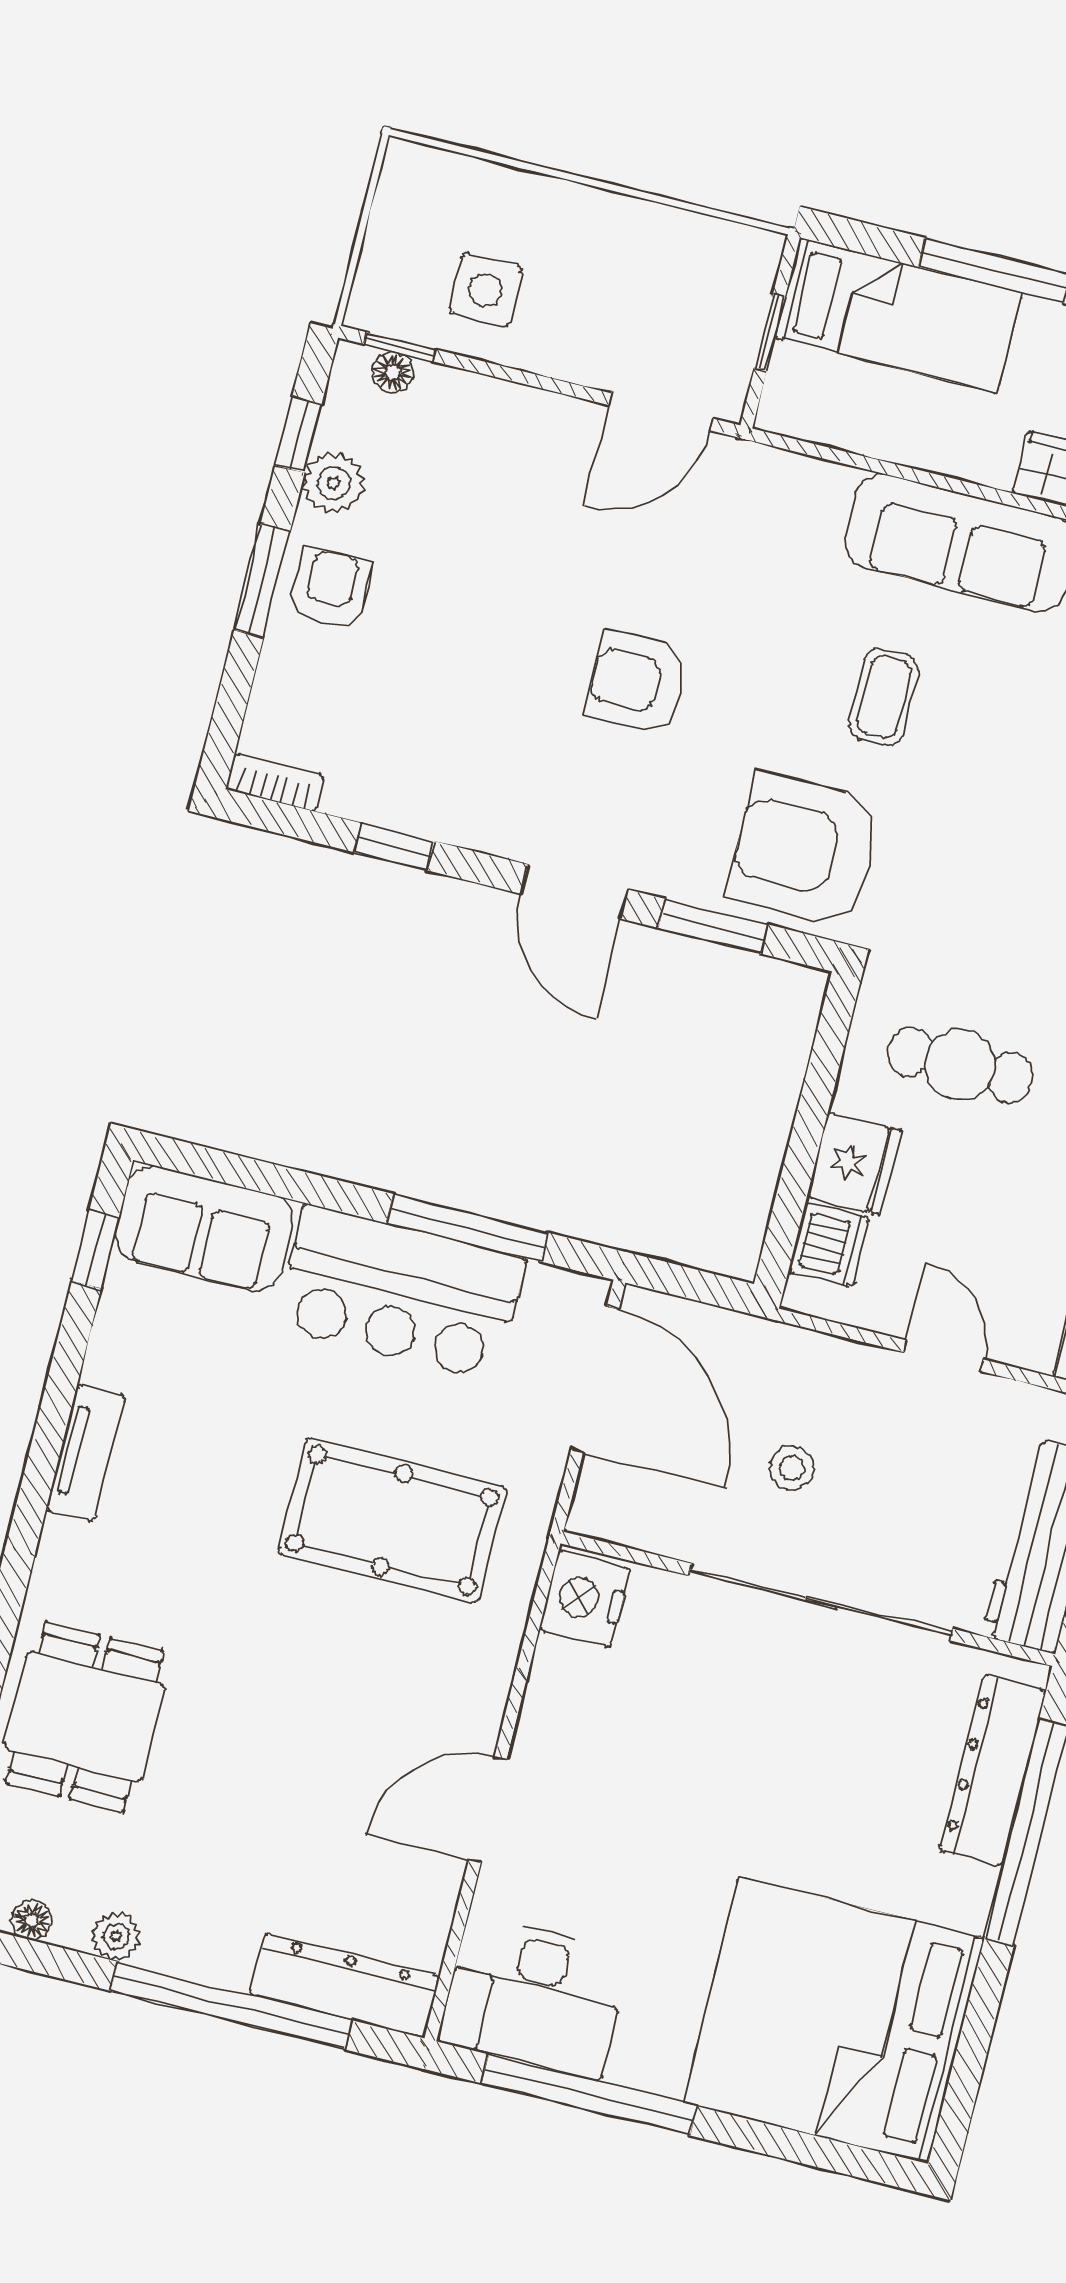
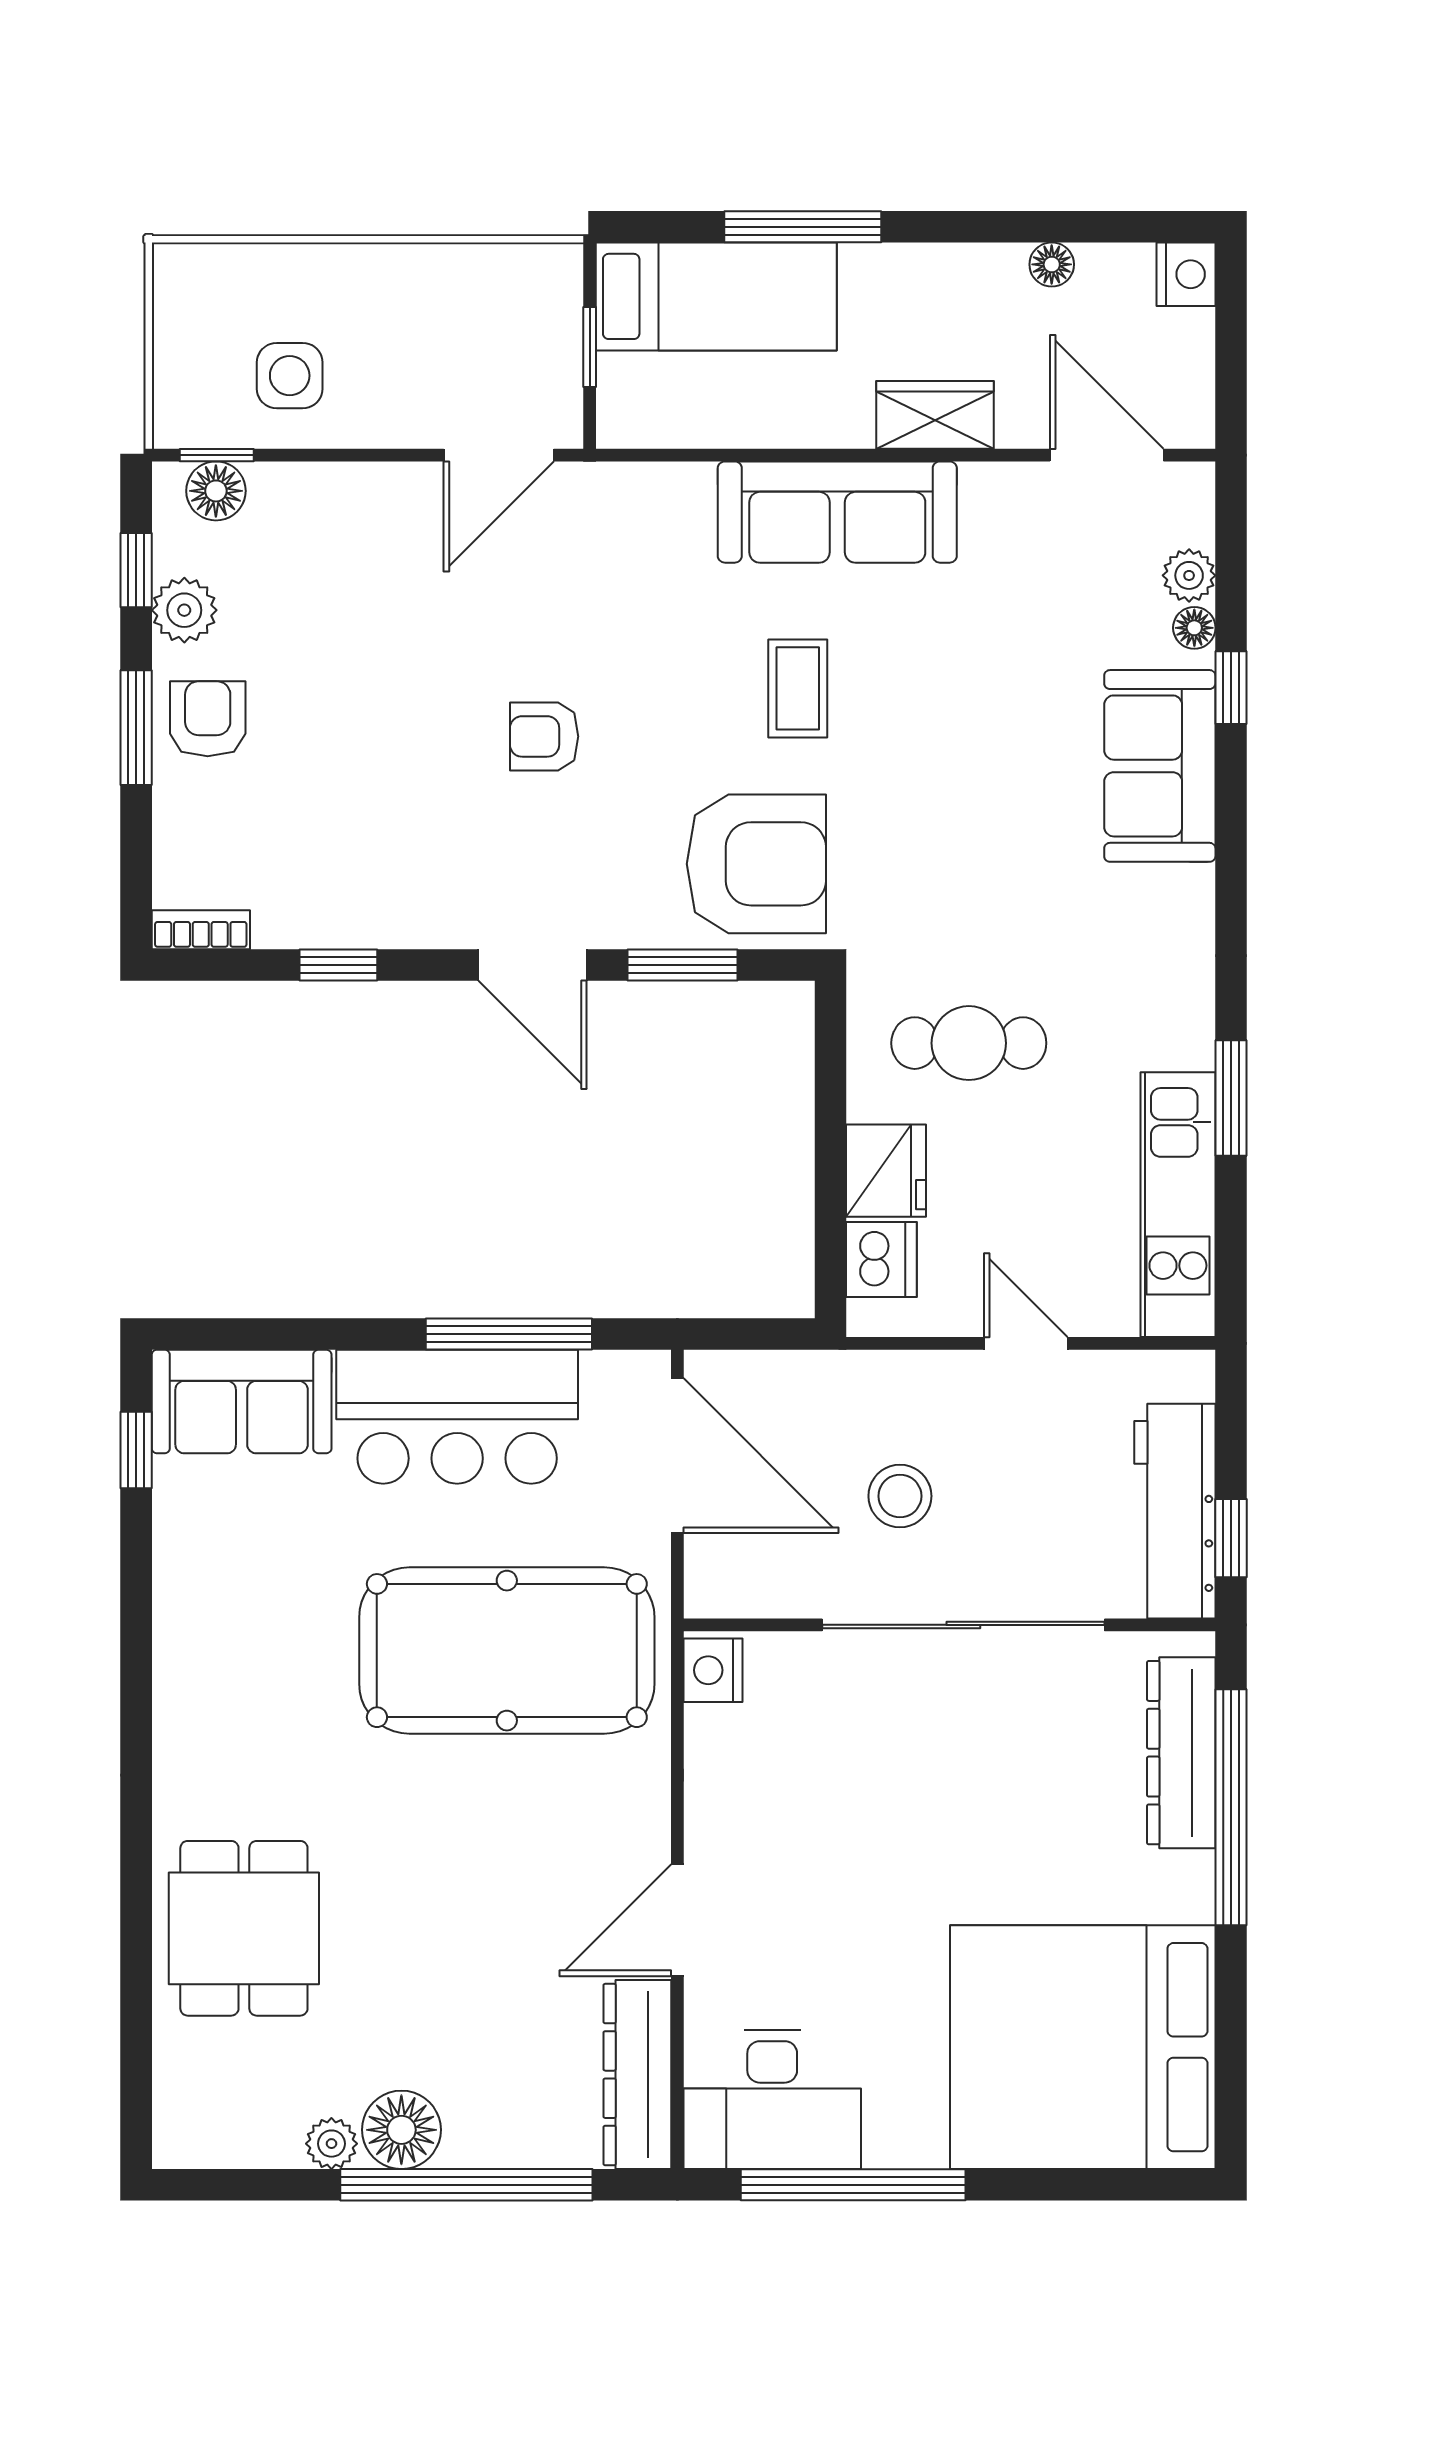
floor lamp: (392, 372) -> (216, 491), width x1.37, depth x1.37
armchair: (638, 683) -> (544, 736), width x0.72, depth x0.72
armchair: (805, 850) -> (756, 864), turned 180
tv unit: (85, 1453) -> (178, 1660), removed
stool: (792, 1468) -> (900, 1496), width x1.37, depth x1.37
pool table: (392, 1520) -> (507, 1651), width x1.36, depth x1.32
nightstand: (585, 1599) -> (713, 1670), width x0.74, depth x0.75
floor lamp: (32, 1920) -> (401, 2130), moved, width x1.89, depth x1.89
dresser: (345, 1985) -> (637, 2075), moved, turned -90

